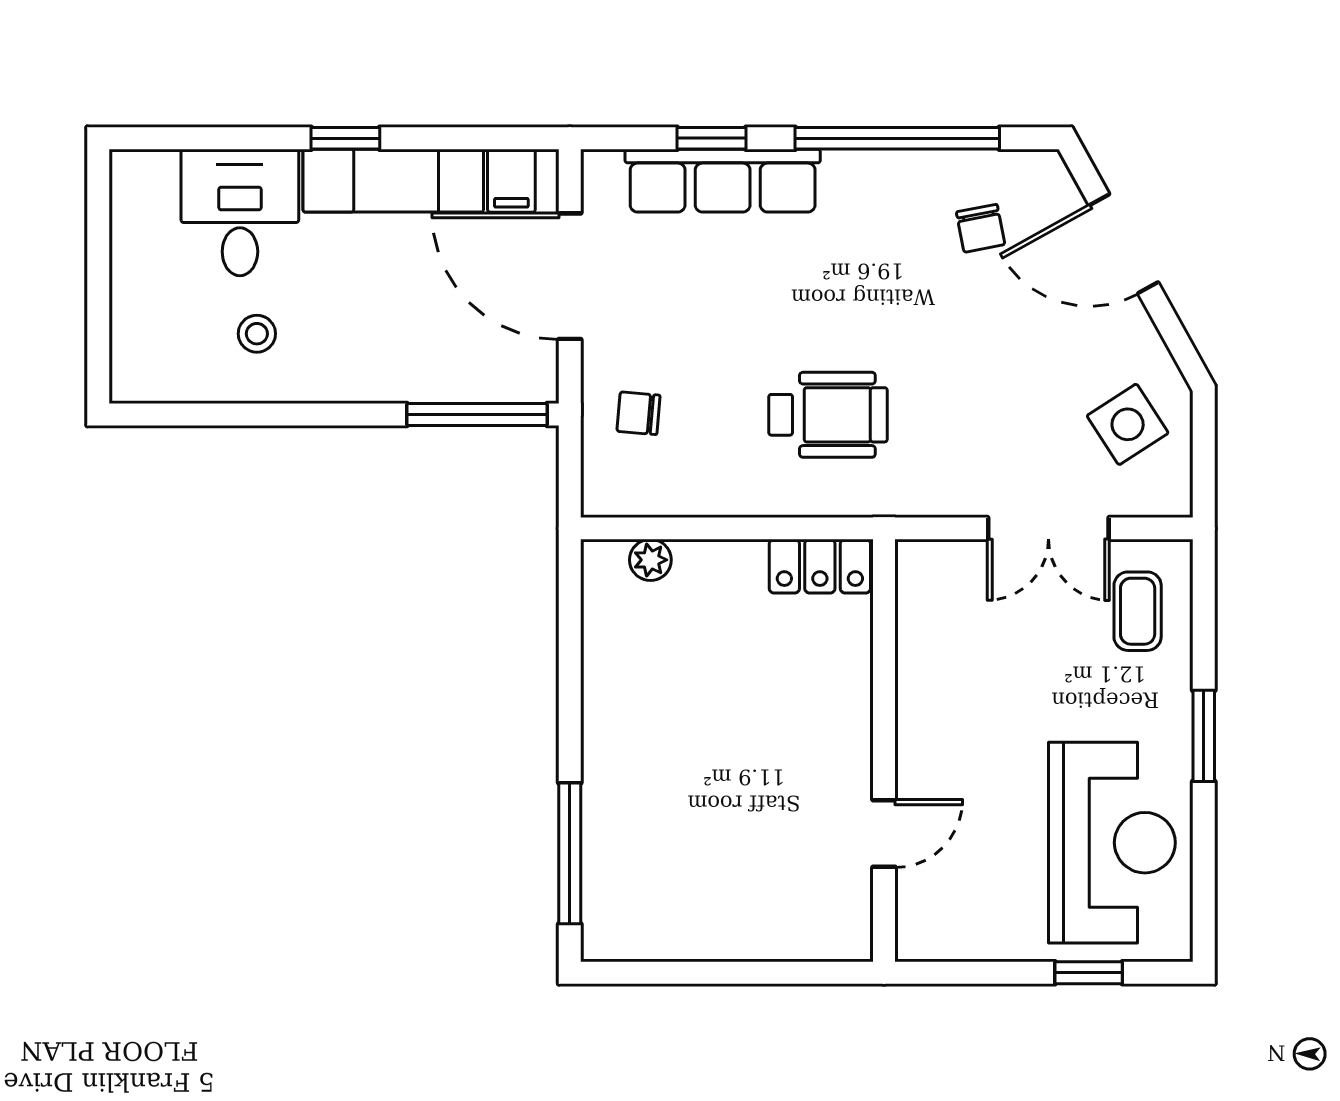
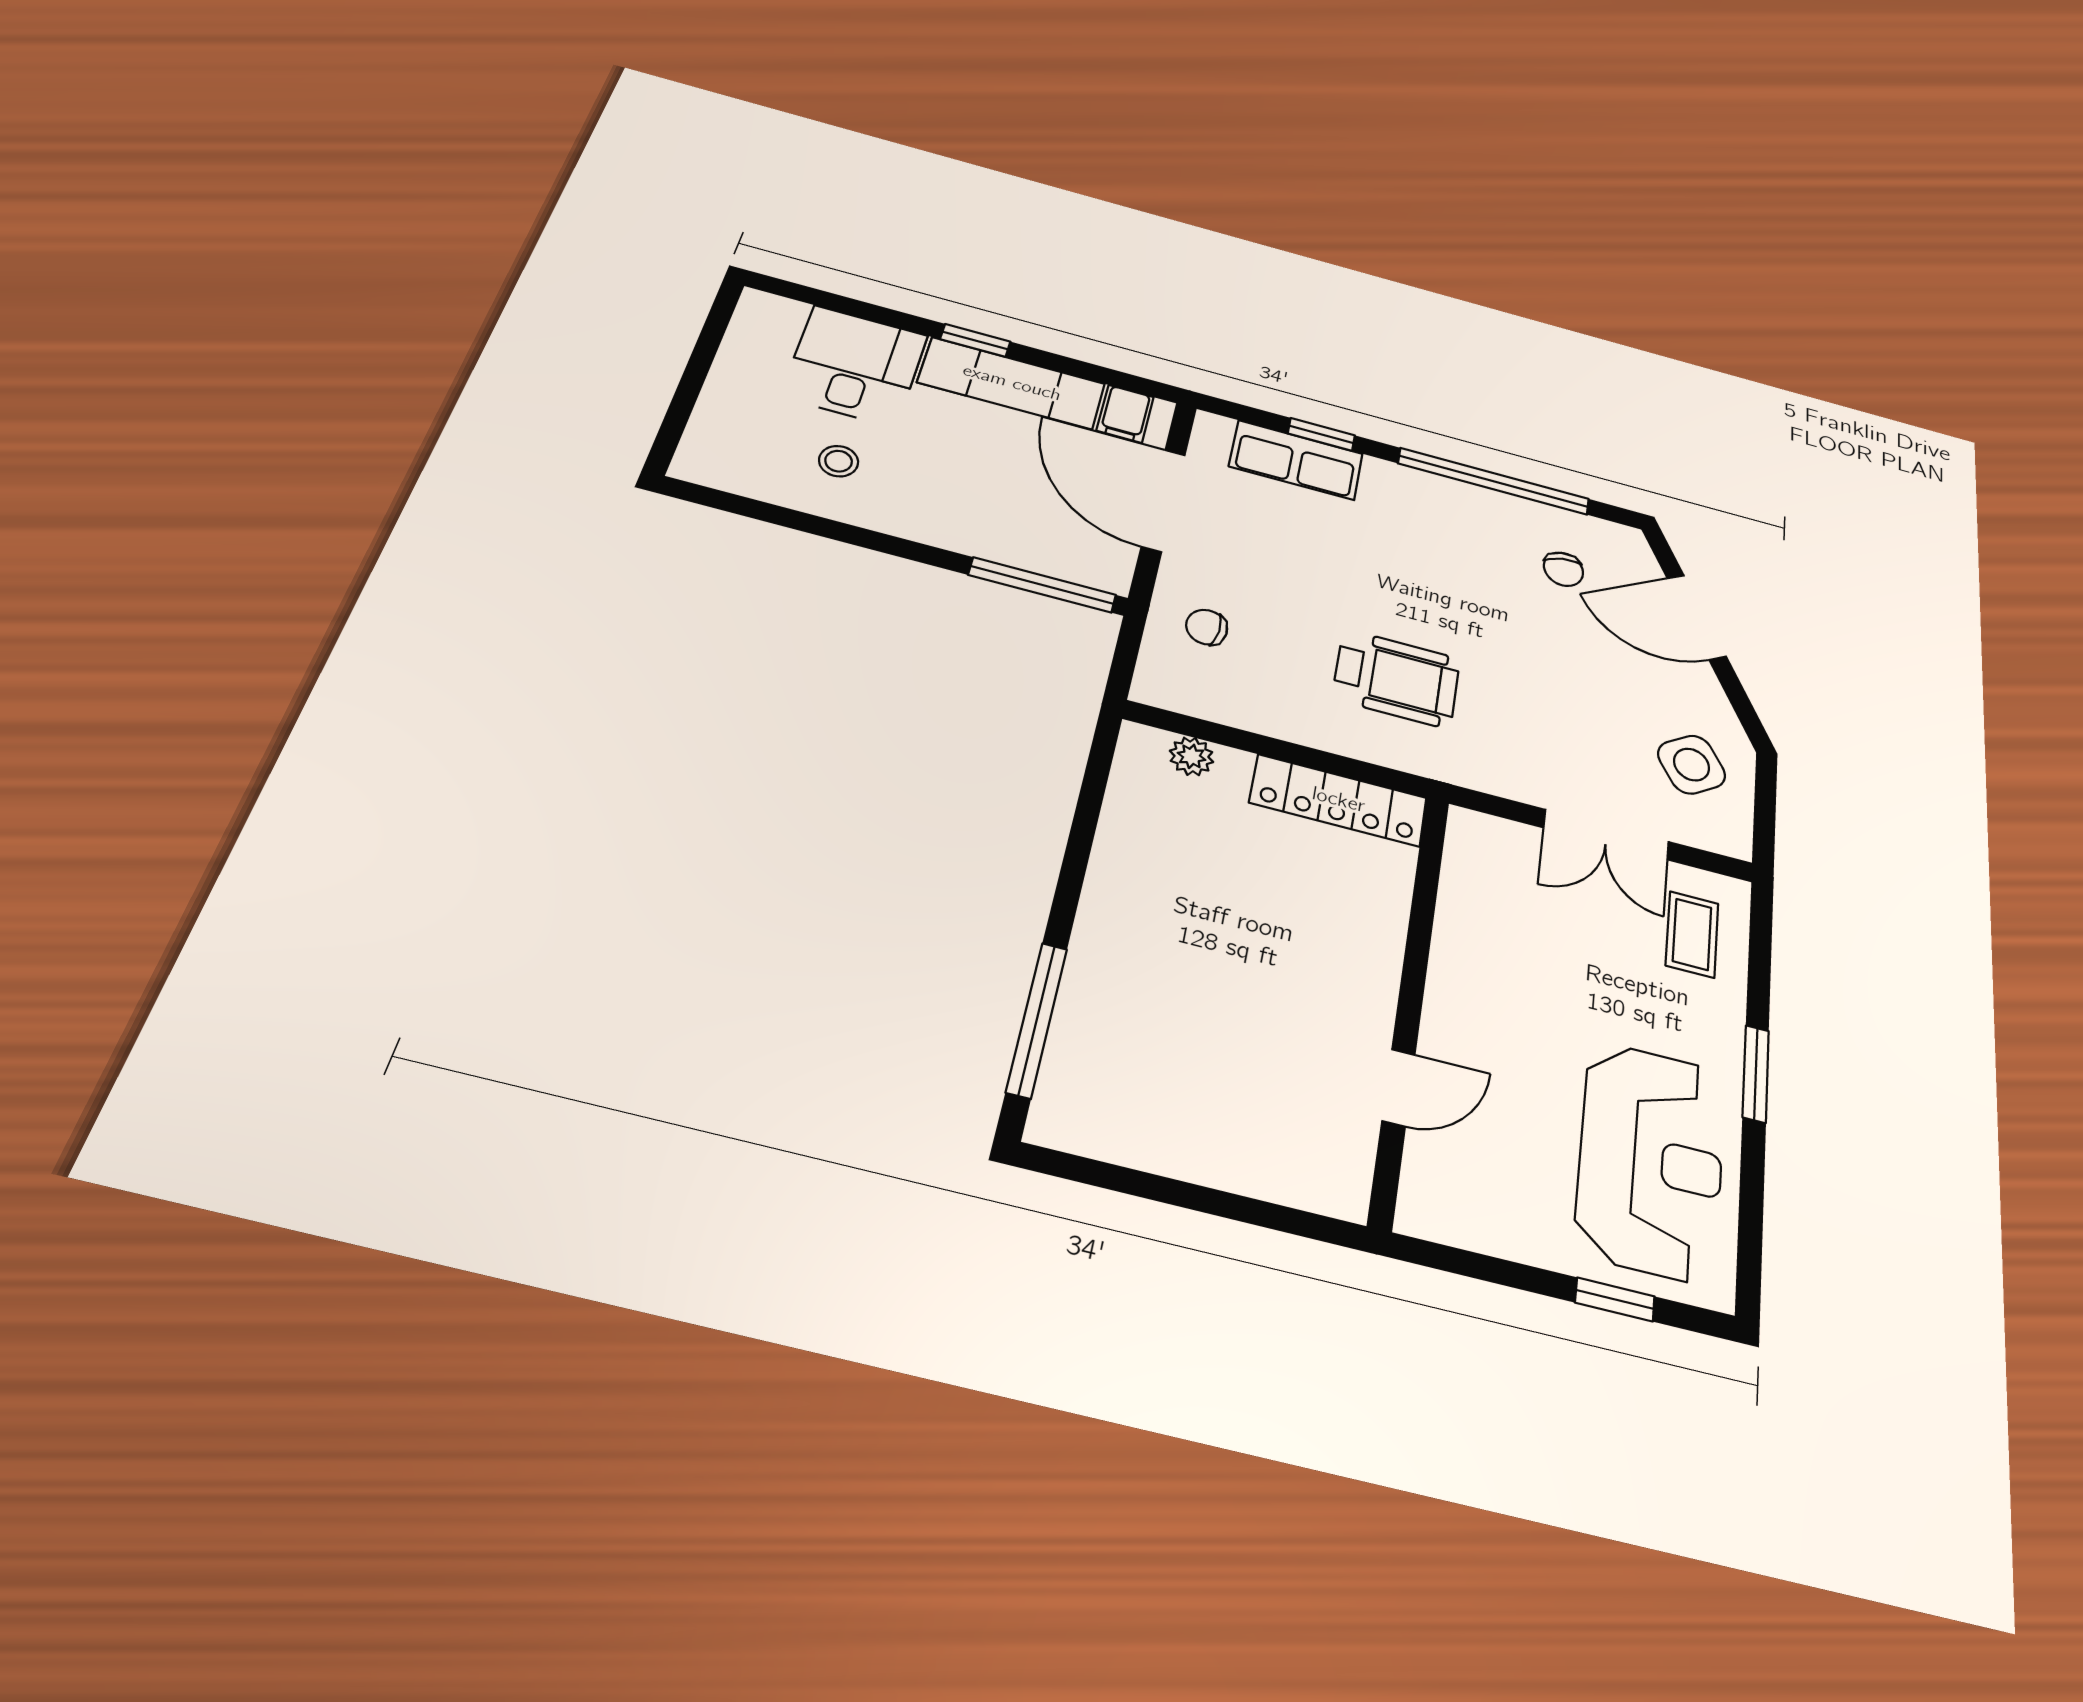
row of seats: (723, 181) -> (1296, 460), width x0.68
locker: (820, 566) -> (1339, 800), width x1.53

